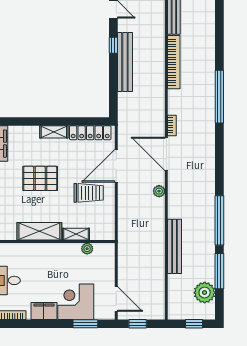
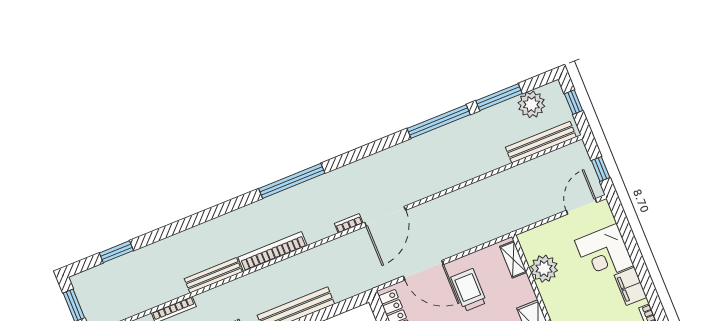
plant: (159, 191) -> (433, 207), removed
shelving: (76, 234) -> (513, 259), moved
bench: (175, 246) -> (541, 142), moved
plant: (87, 249) -> (544, 269), width x1.87, depth x1.87
window: (85, 324) -> (626, 231), removed

